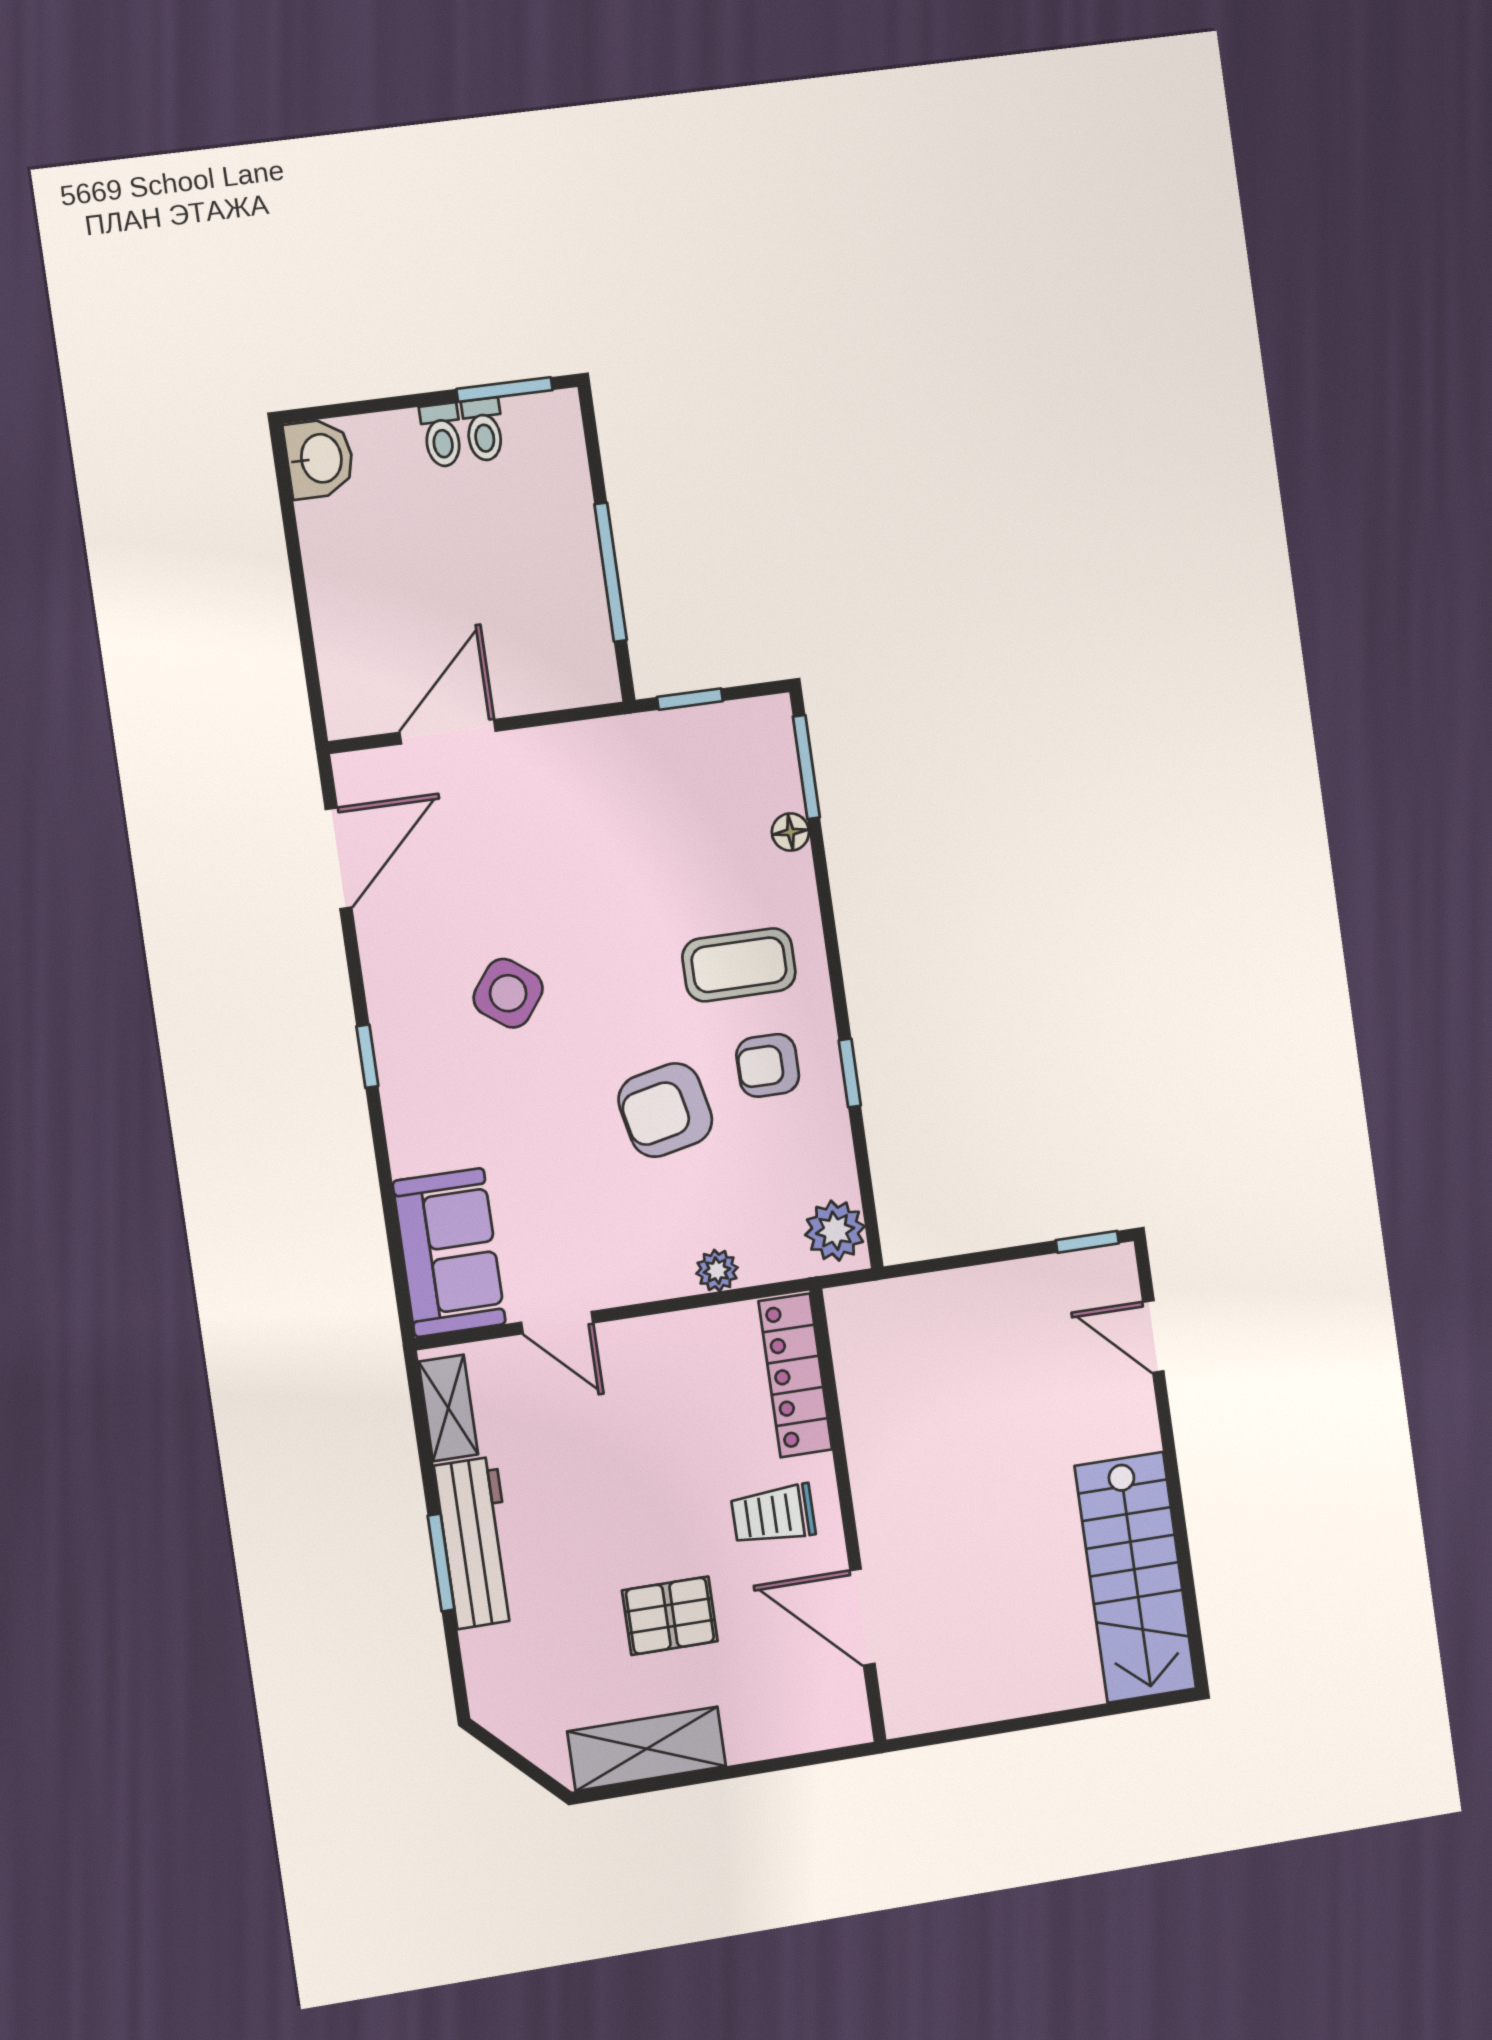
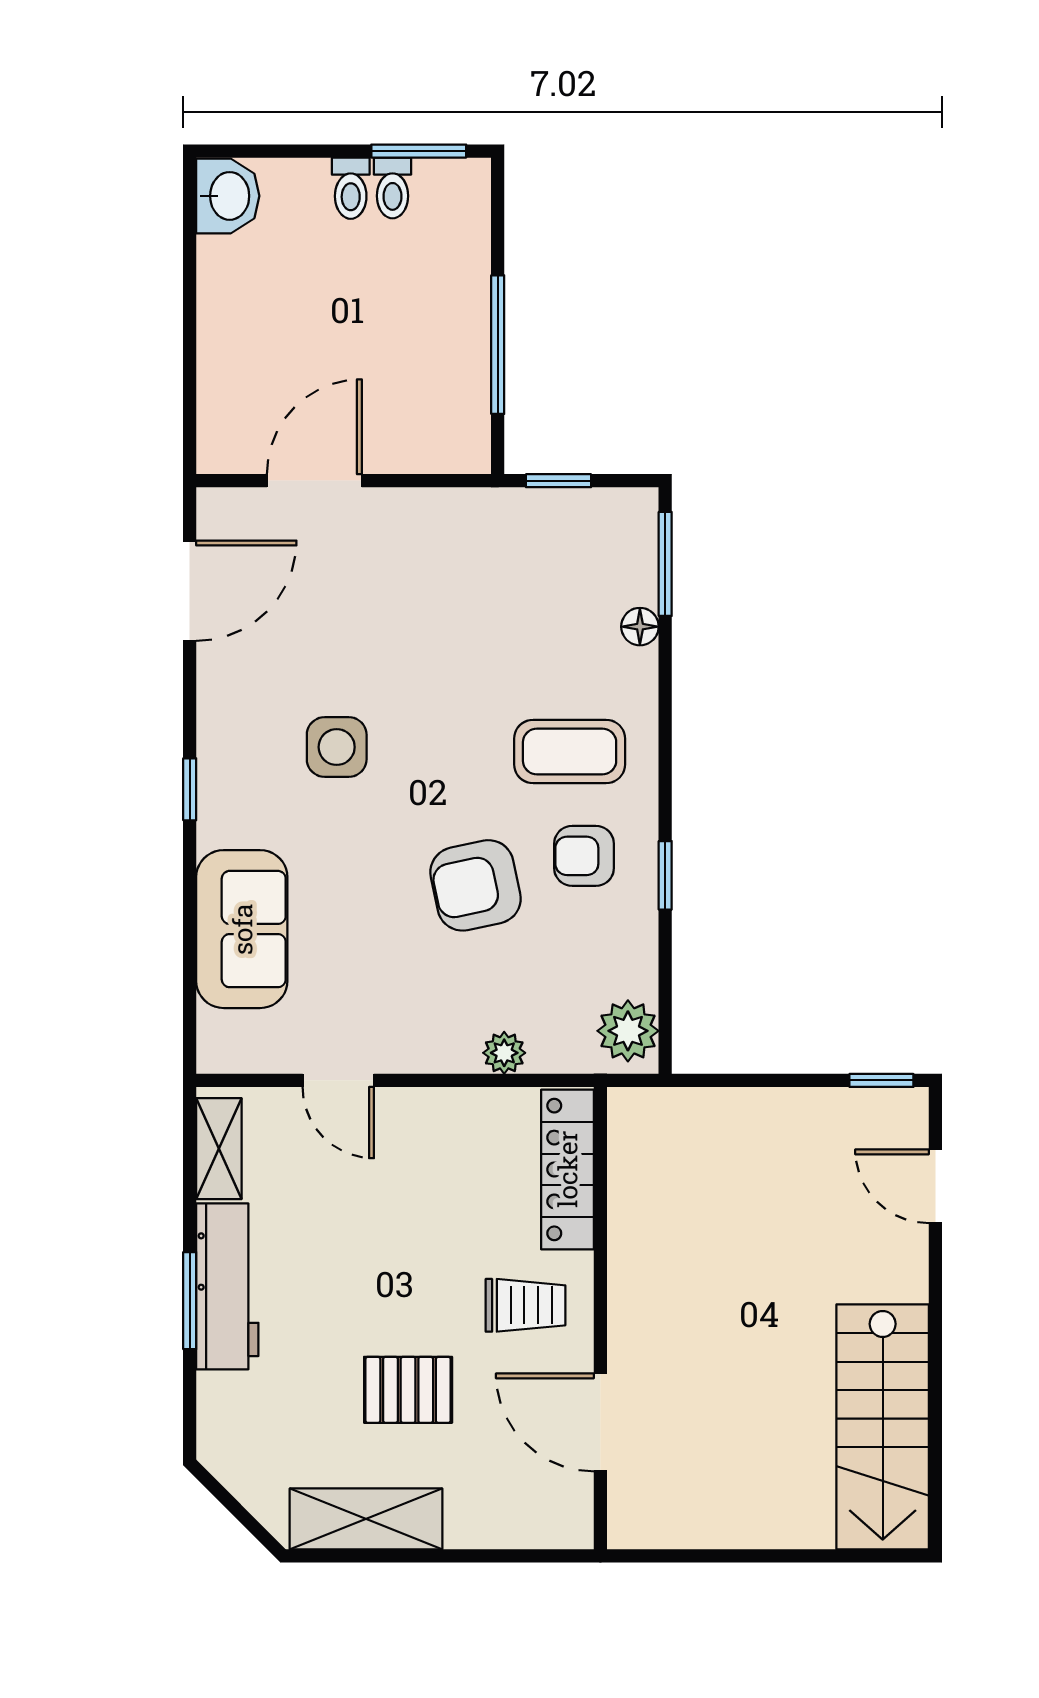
side table: (508, 993) -> (337, 747), turned -37
sofa: (449, 1253) -> (242, 929), moved
trolley: (773, 1515) -> (526, 1305), turned 180

